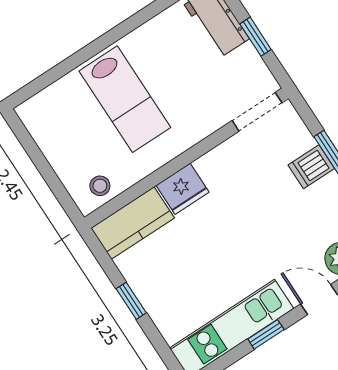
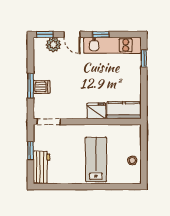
stool: (100, 186) -> (132, 160), moved
window: (131, 301) -> (144, 58), moved

